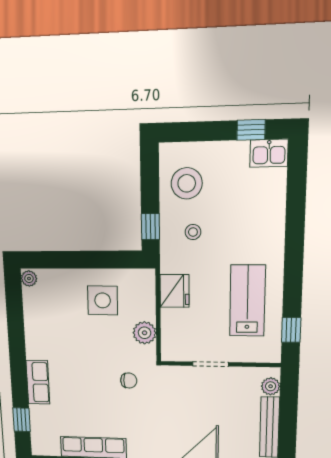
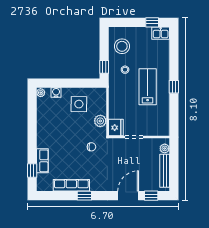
water cooler: (58, 278) -> (56, 93), added
fridge: (175, 291) -> (116, 128), moved
lab bench: (247, 301) -> (148, 87), moved
window: (291, 330) -> (174, 87), moved
row of seats: (38, 382) -> (42, 161), moved

